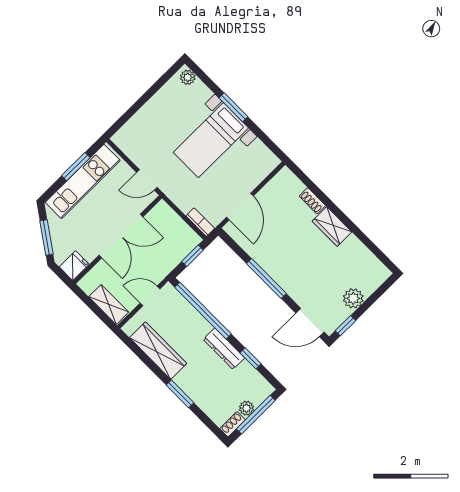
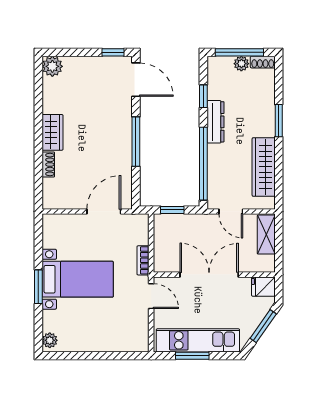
bookcase: (200, 222) -> (143, 260), moved
plant: (353, 298) -> (52, 66), moved

